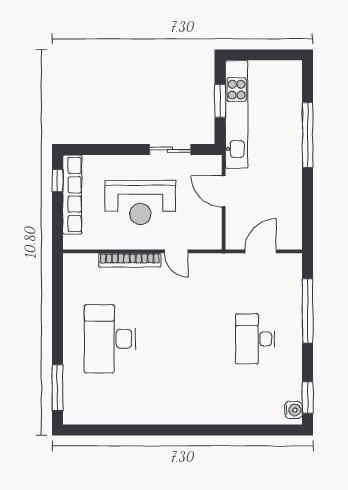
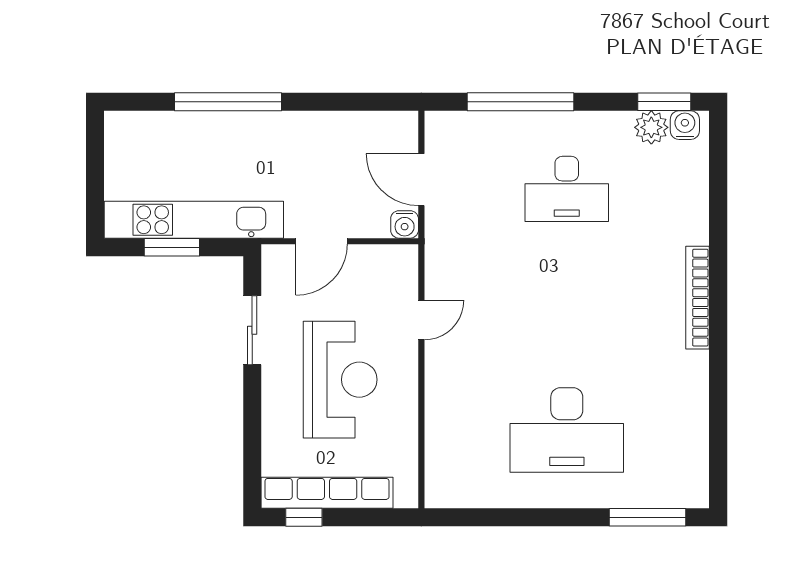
water cooler: (234, 241) -> (405, 224), added
bookcase: (130, 260) -> (698, 298), moved, turned 180
plant: (292, 390) -> (651, 127), added

